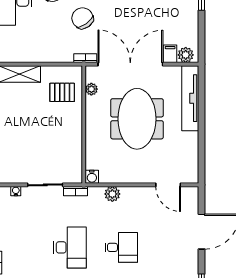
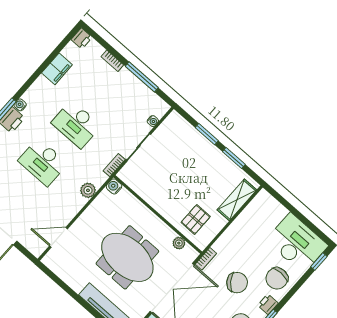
desk: (121, 247) -> (43, 162), width x1.37

